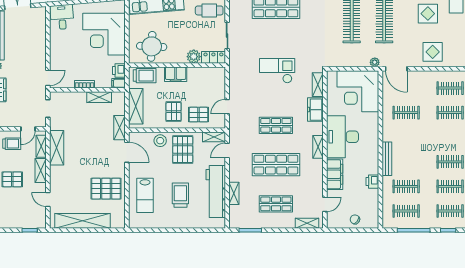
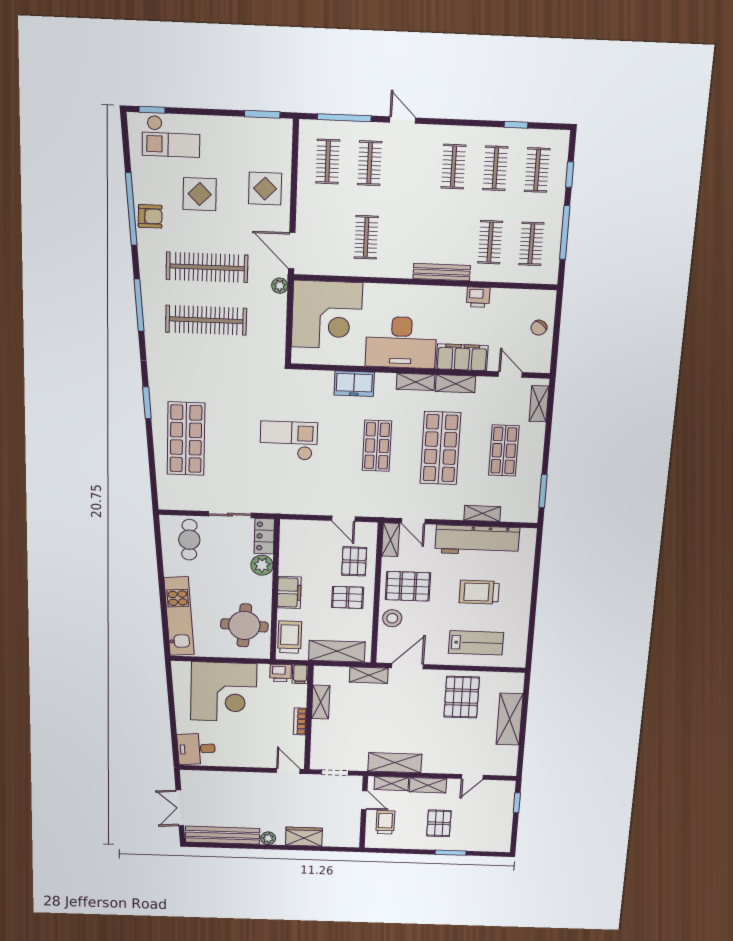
door: (396, 69) -> (292, 251), swing flipped
checkout: (277, 71) -> (289, 441), turned 90
shelving: (318, 85) -> (455, 384), moved
shelving: (82, 221) -> (510, 719), width x0.68

